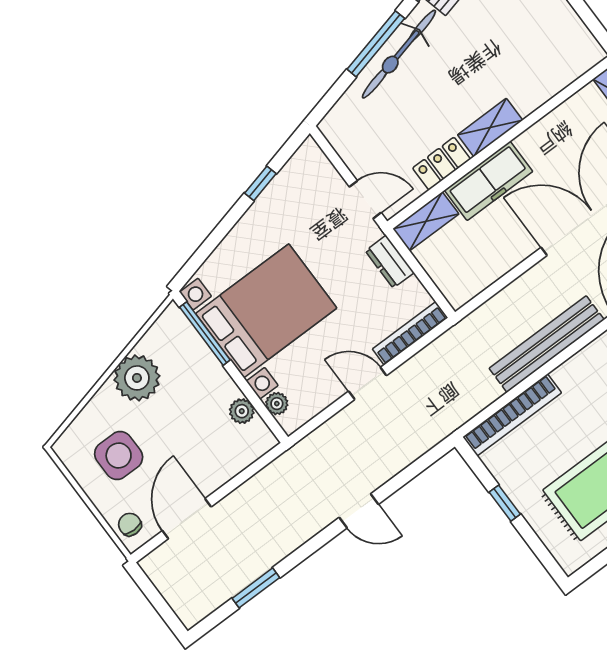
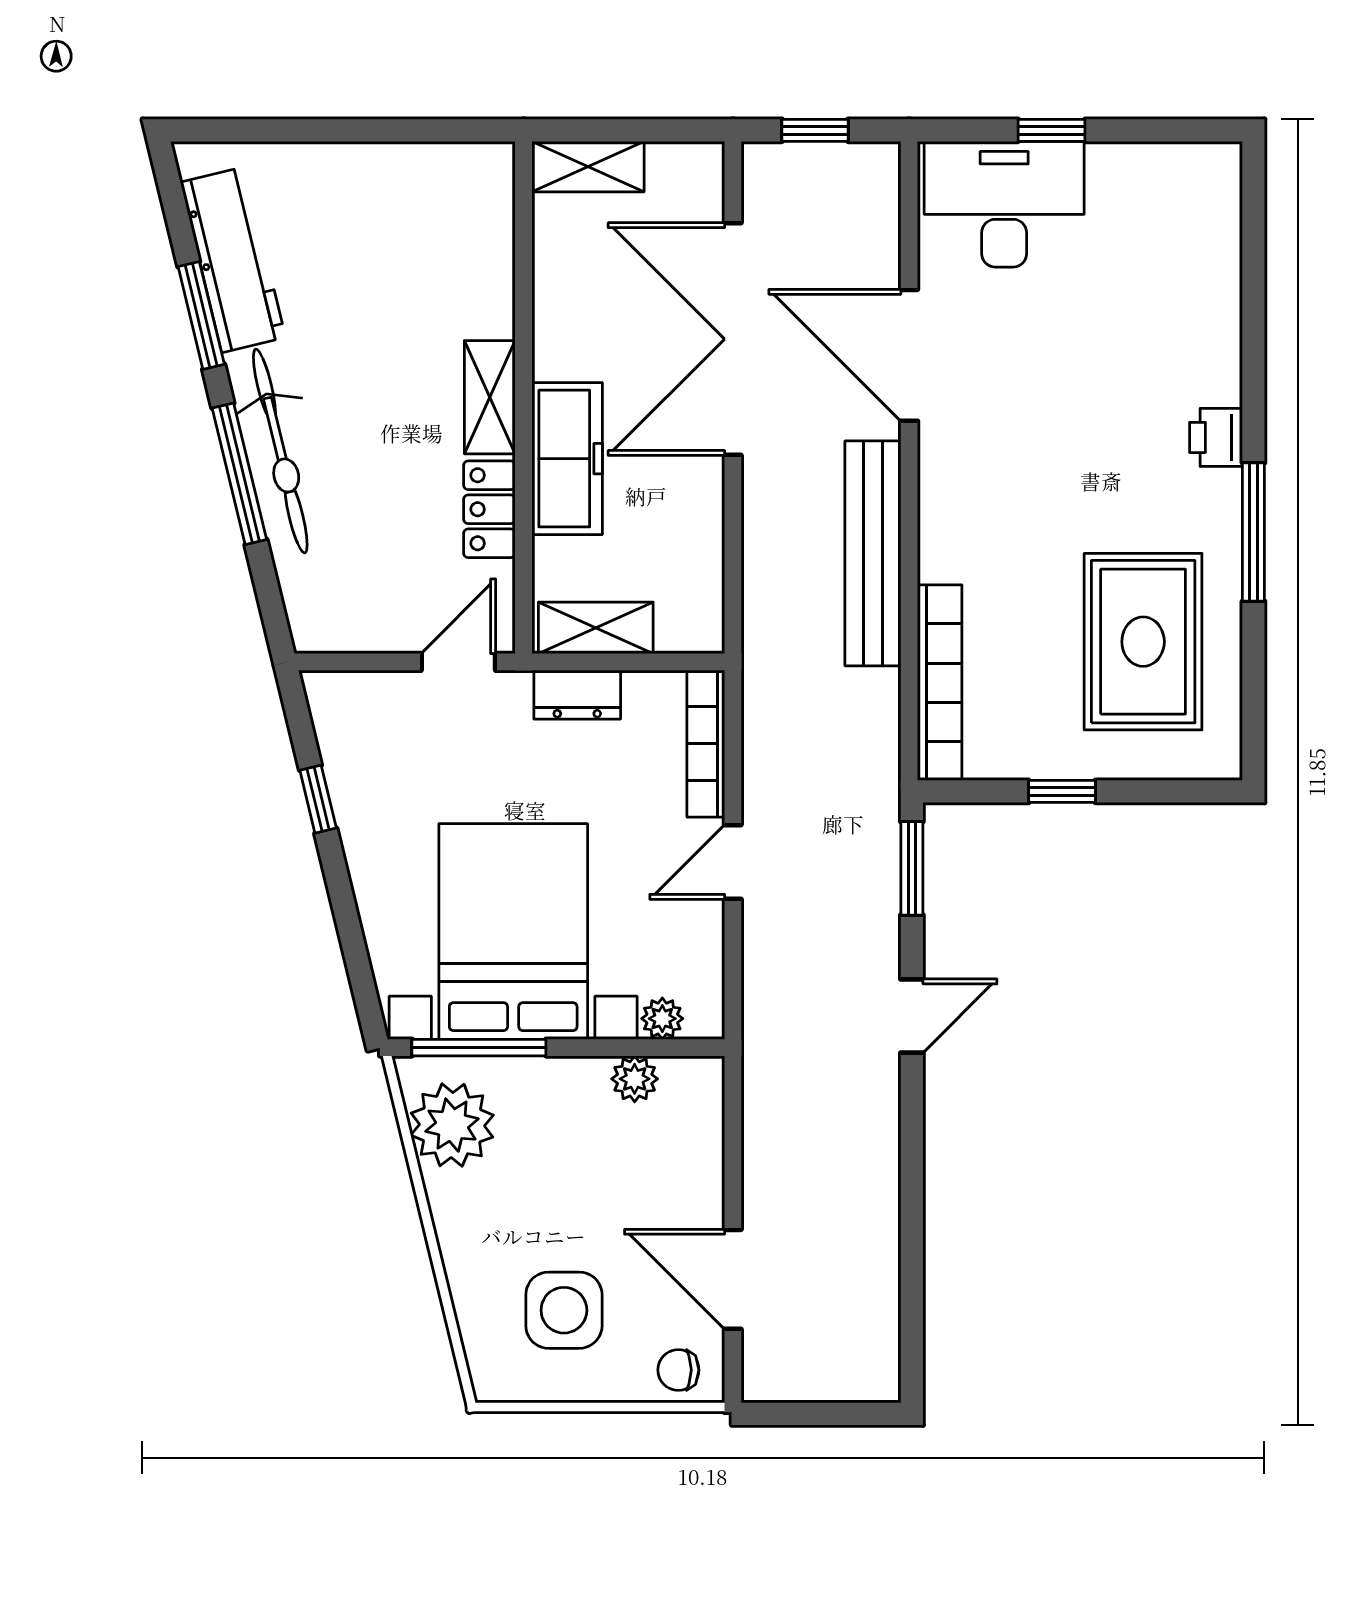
shelving: (426, 221) -> (596, 628), moved, turned 90
plant: (137, 378) -> (452, 1125), moved
window: (256, 588) -> (912, 868), moved

